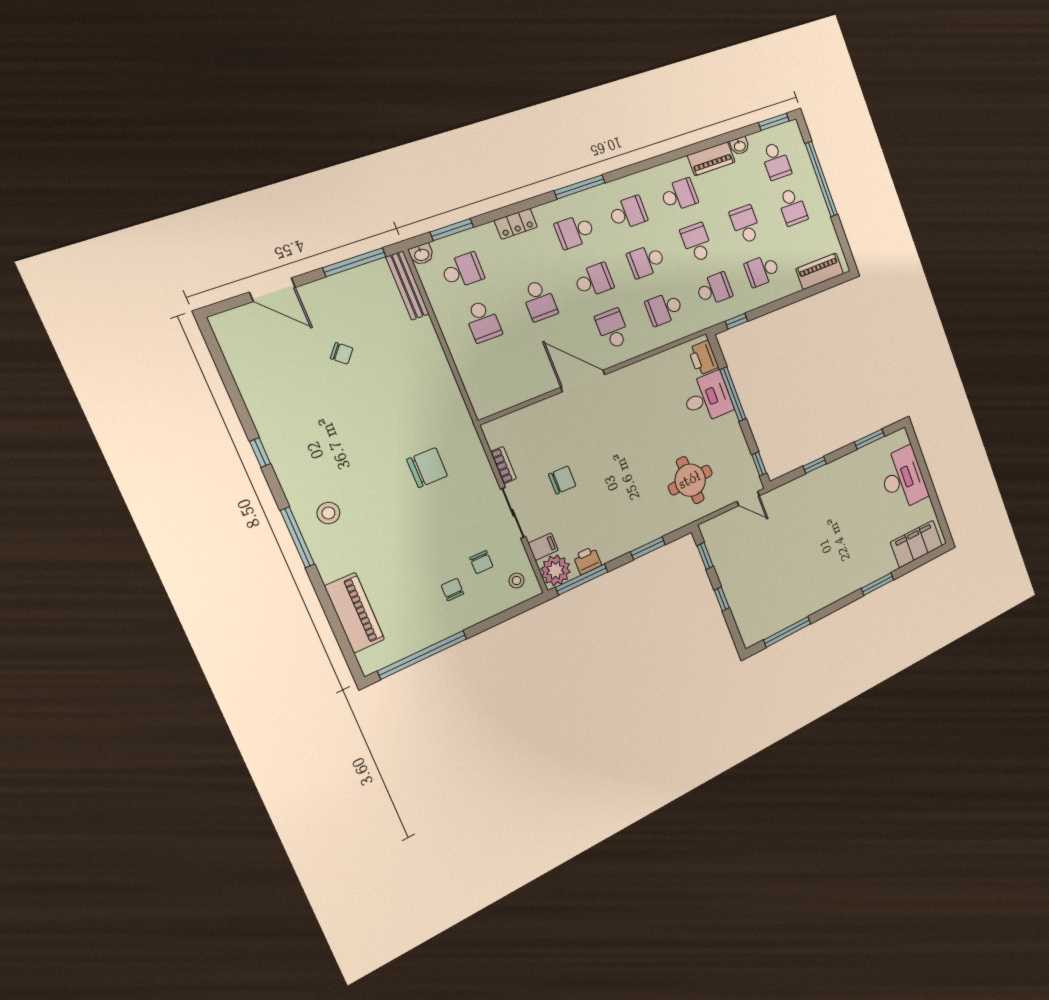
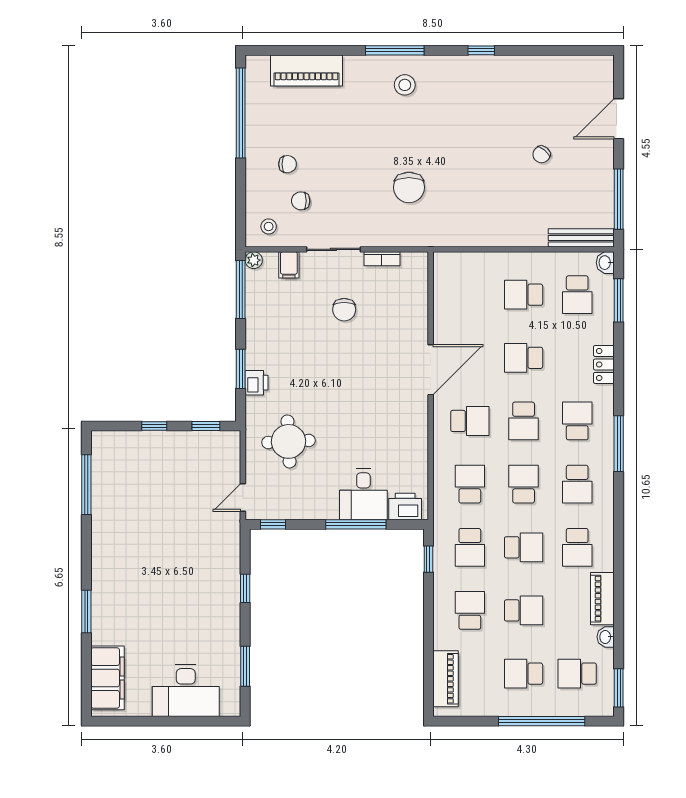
printer: (587, 560) -> (256, 383), moved
plant: (556, 570) -> (254, 260), width x0.53, depth x0.53

